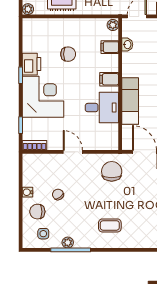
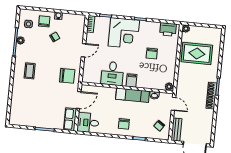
filing cabinet: (110, 47) -> (154, 83), removed
printer: (32, 64) -> (168, 29), moved
exam couch: (130, 101) -> (133, 95), moved

